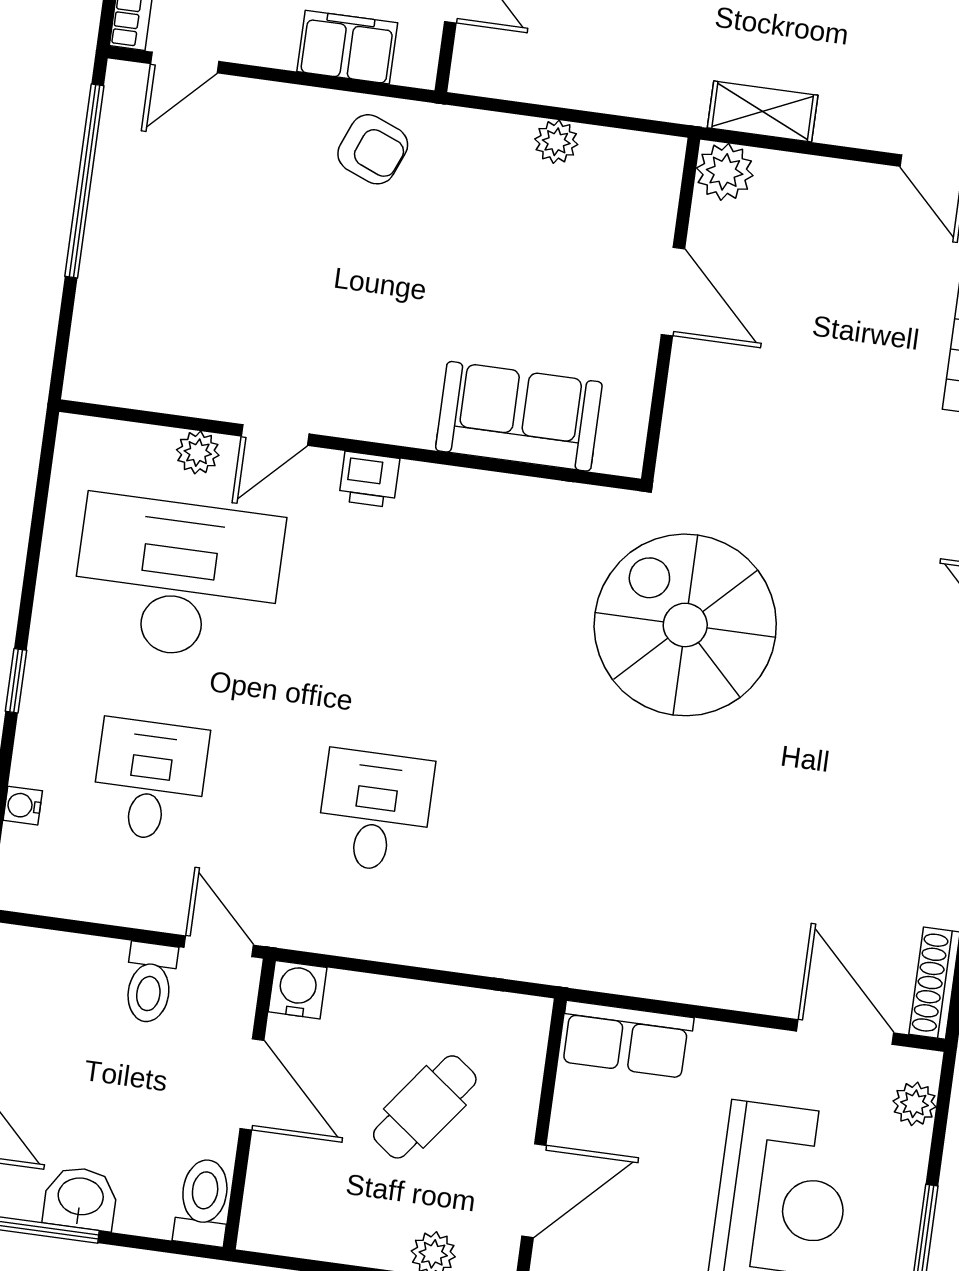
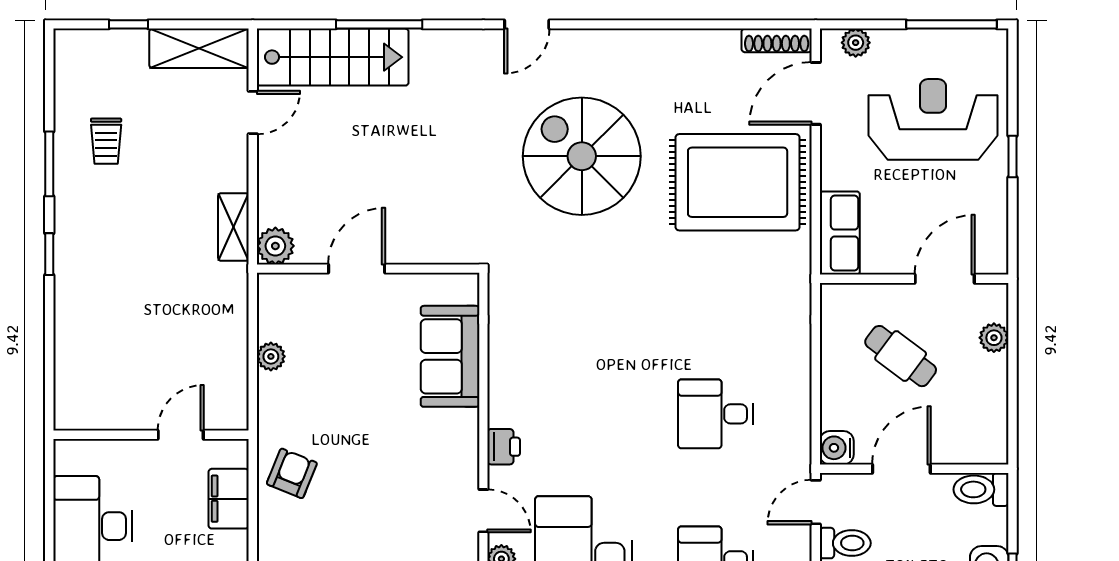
spiral stairs: (685, 625) -> (582, 156), moved, turned 90
rug: (725, 893) -> (738, 182), added
door: (534, 1191) -> (945, 279), hinge flipped

